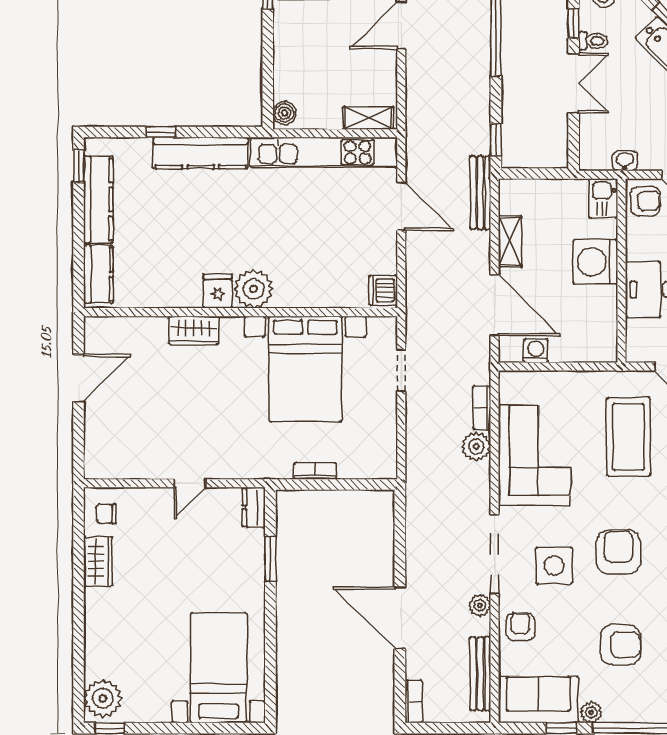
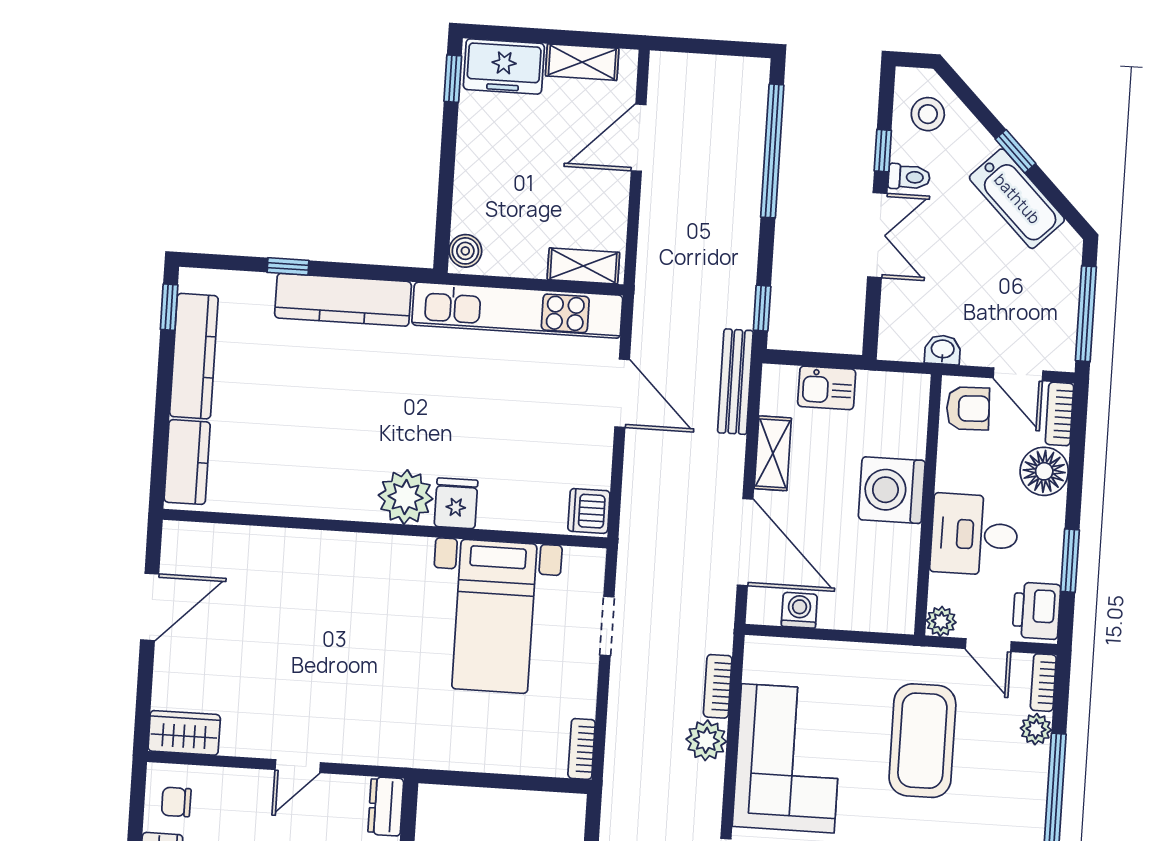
kitchen sink: (603, 198) -> (827, 388), moved, turned -90
fridge: (218, 291) -> (456, 503), moved
wardrobe: (194, 330) -> (184, 733), moved, turned 180
plant: (636, 352) -> (941, 621), added
bed with nightstands: (305, 369) -> (494, 616), width x0.73
bookcase: (315, 471) -> (582, 749), moved, turned -90

